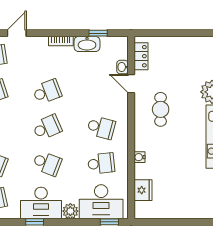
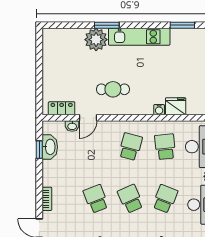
bookcase: (61, 41) -> (47, 199), moved
washbasin: (87, 44) -> (50, 147), moved
fridge: (143, 190) -> (176, 106), moved

